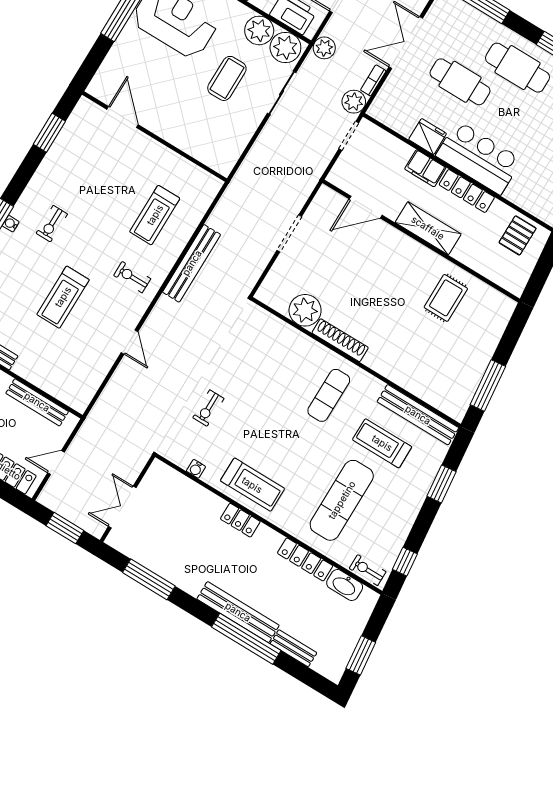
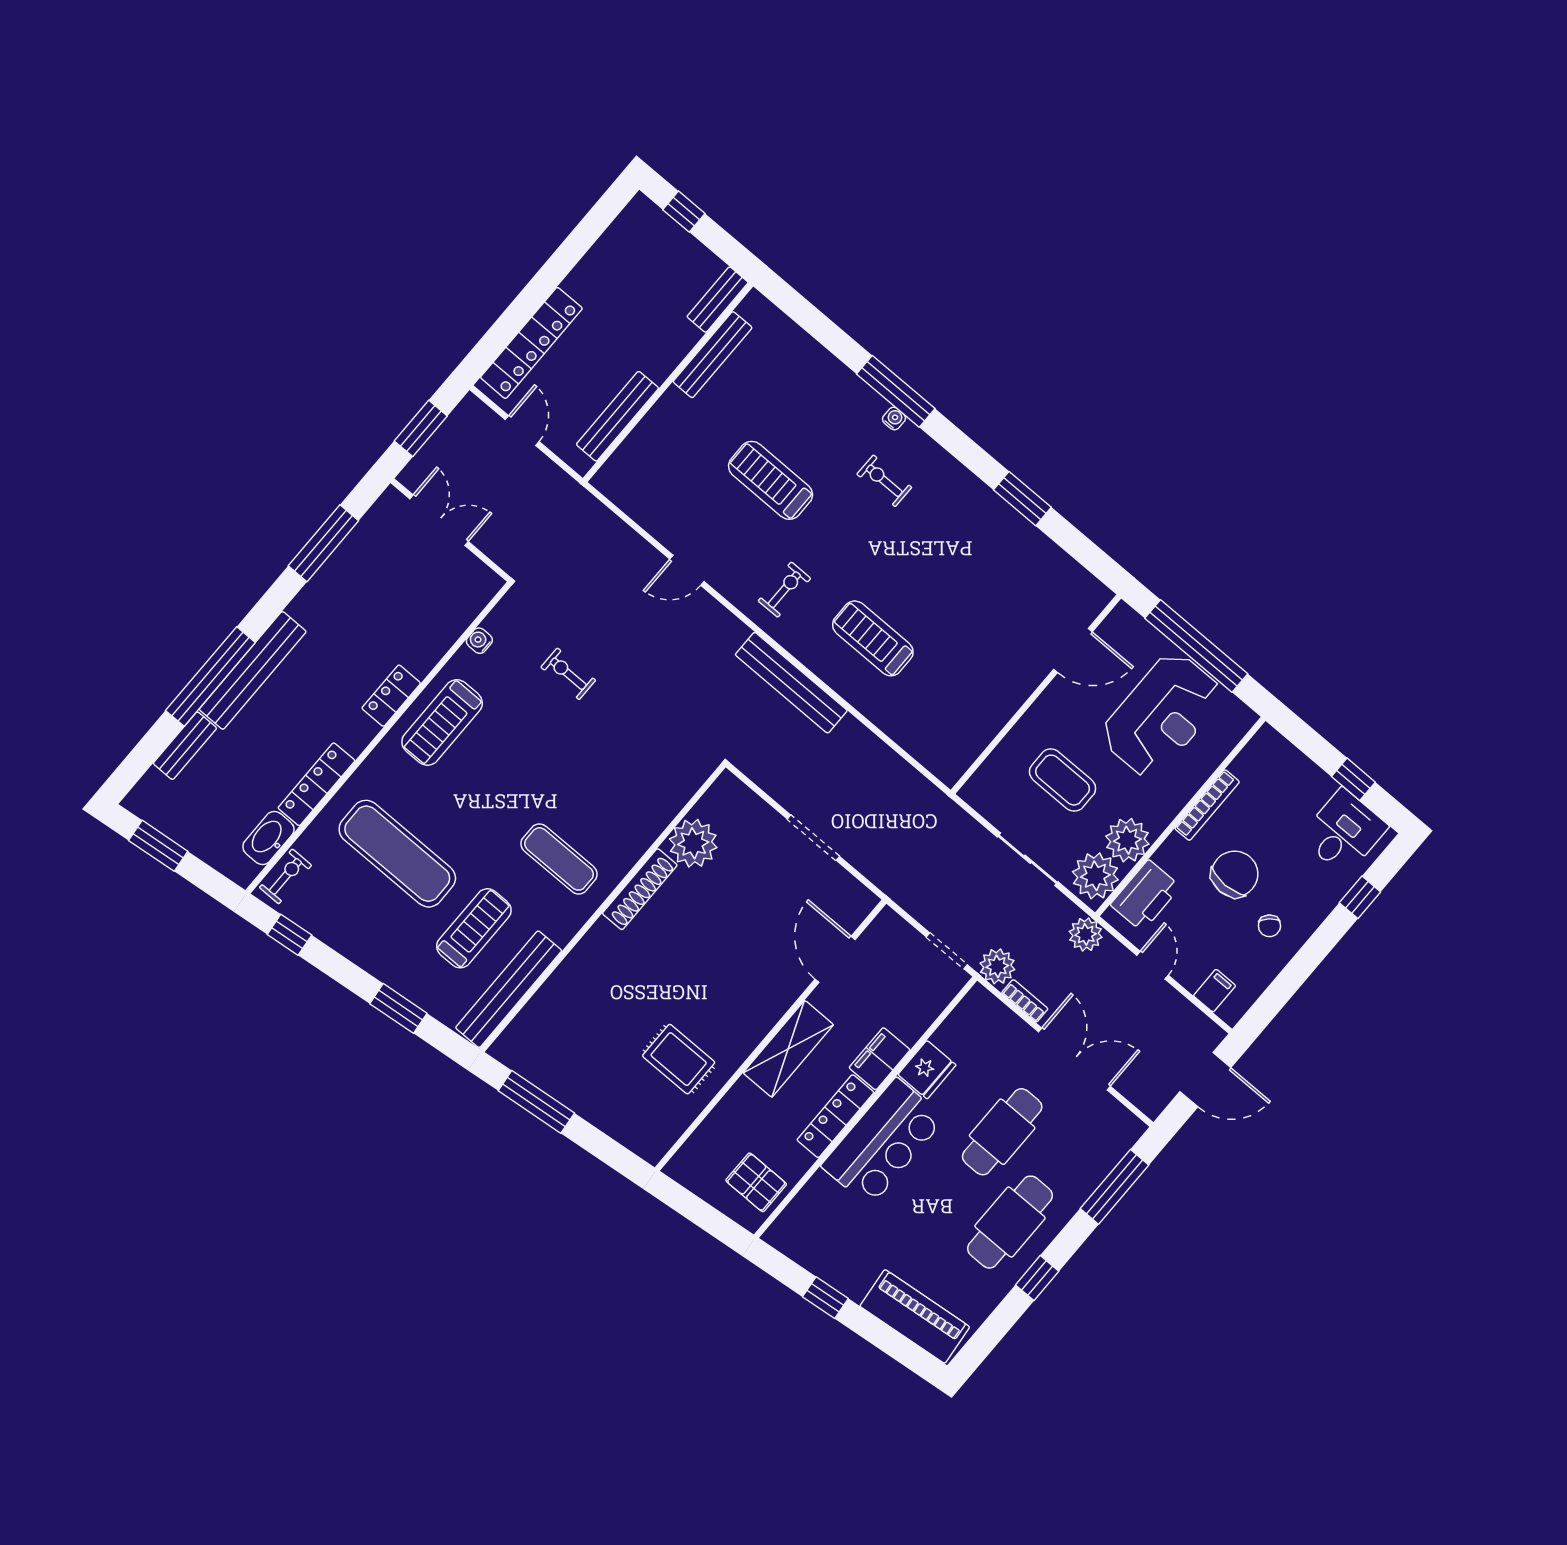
door: (123, 117) -> (1073, 650), moved
wall: (154, 137) -> (1036, 694), moved

